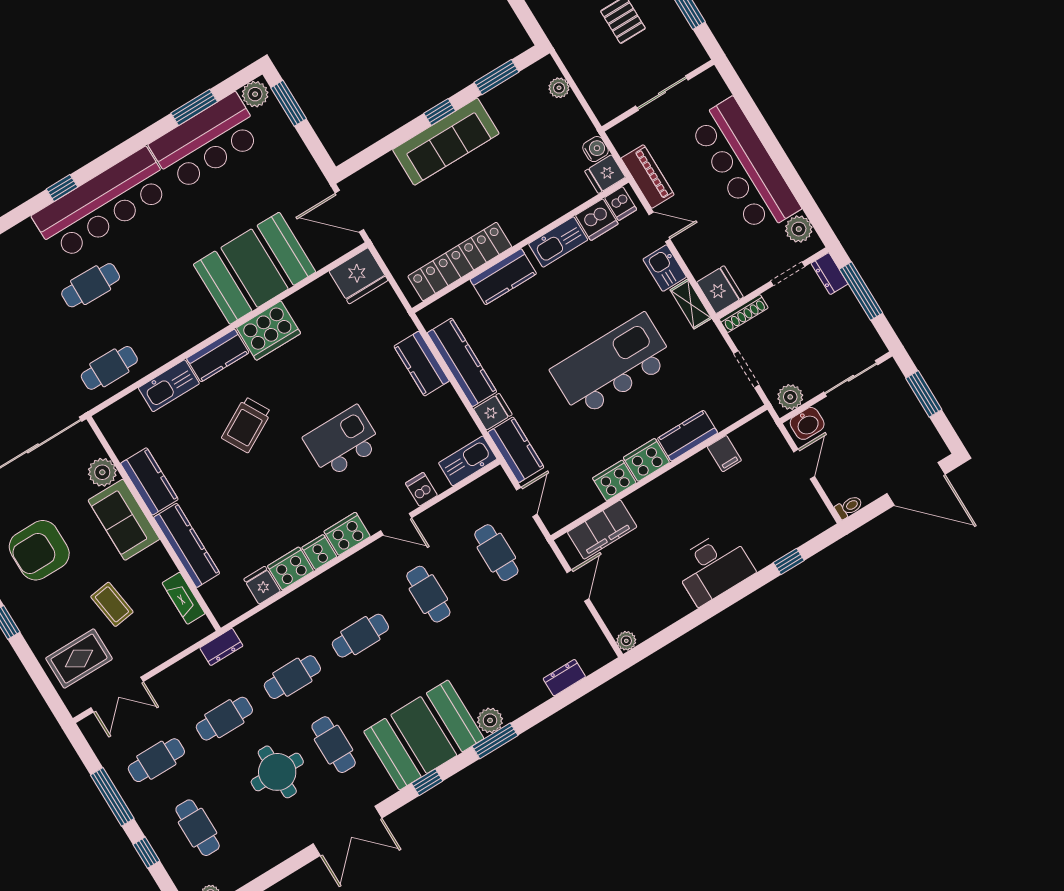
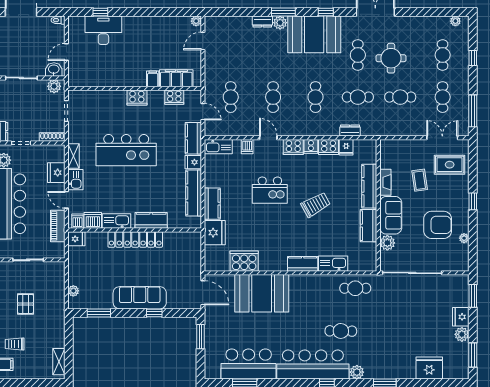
plant: (255, 94) -> (357, 372), moved
window: (289, 103) -> (200, 337), moved
window: (440, 112) -> (154, 313), moved
water cooler: (595, 149) -> (74, 253), removed
locker: (460, 262) -> (135, 239), moved
fridge: (358, 276) -> (215, 233), moved, turned 90
fridge: (720, 290) -> (56, 173), moved
cooker: (269, 331) -> (244, 261), moved
trolley: (246, 425) -> (316, 205), moved
kitchen counter: (688, 436) -> (111, 97), removed
filing cabinet: (724, 454) -> (153, 79), moved
cooker: (614, 480) -> (174, 97), moved
door: (527, 502) -> (203, 112), swing flipped
desk: (713, 567) -> (103, 30), moved
door: (578, 586) -> (203, 41), moved
fireplace: (184, 598) -> (385, 182), moved
cafe table: (360, 636) -> (315, 97), turned 90
dresser: (221, 647) -> (350, 130), moved
dresser: (564, 678) -> (262, 21), moved
cafe table: (156, 760) -> (443, 97), turned 90
window: (112, 797) -> (473, 111), moved

